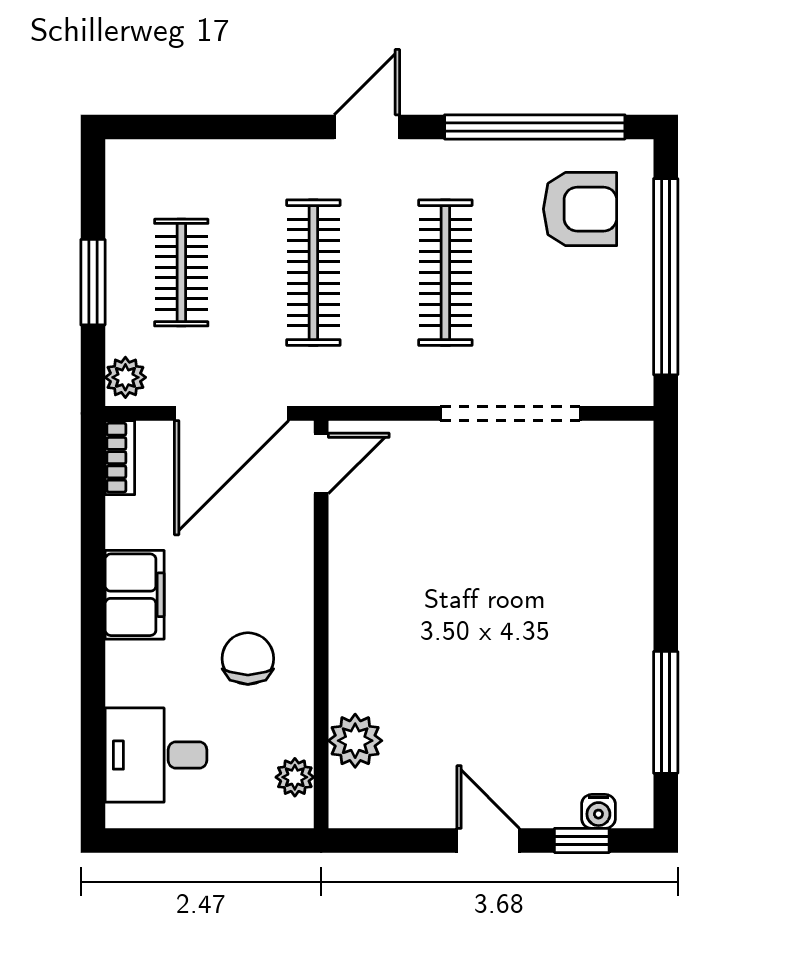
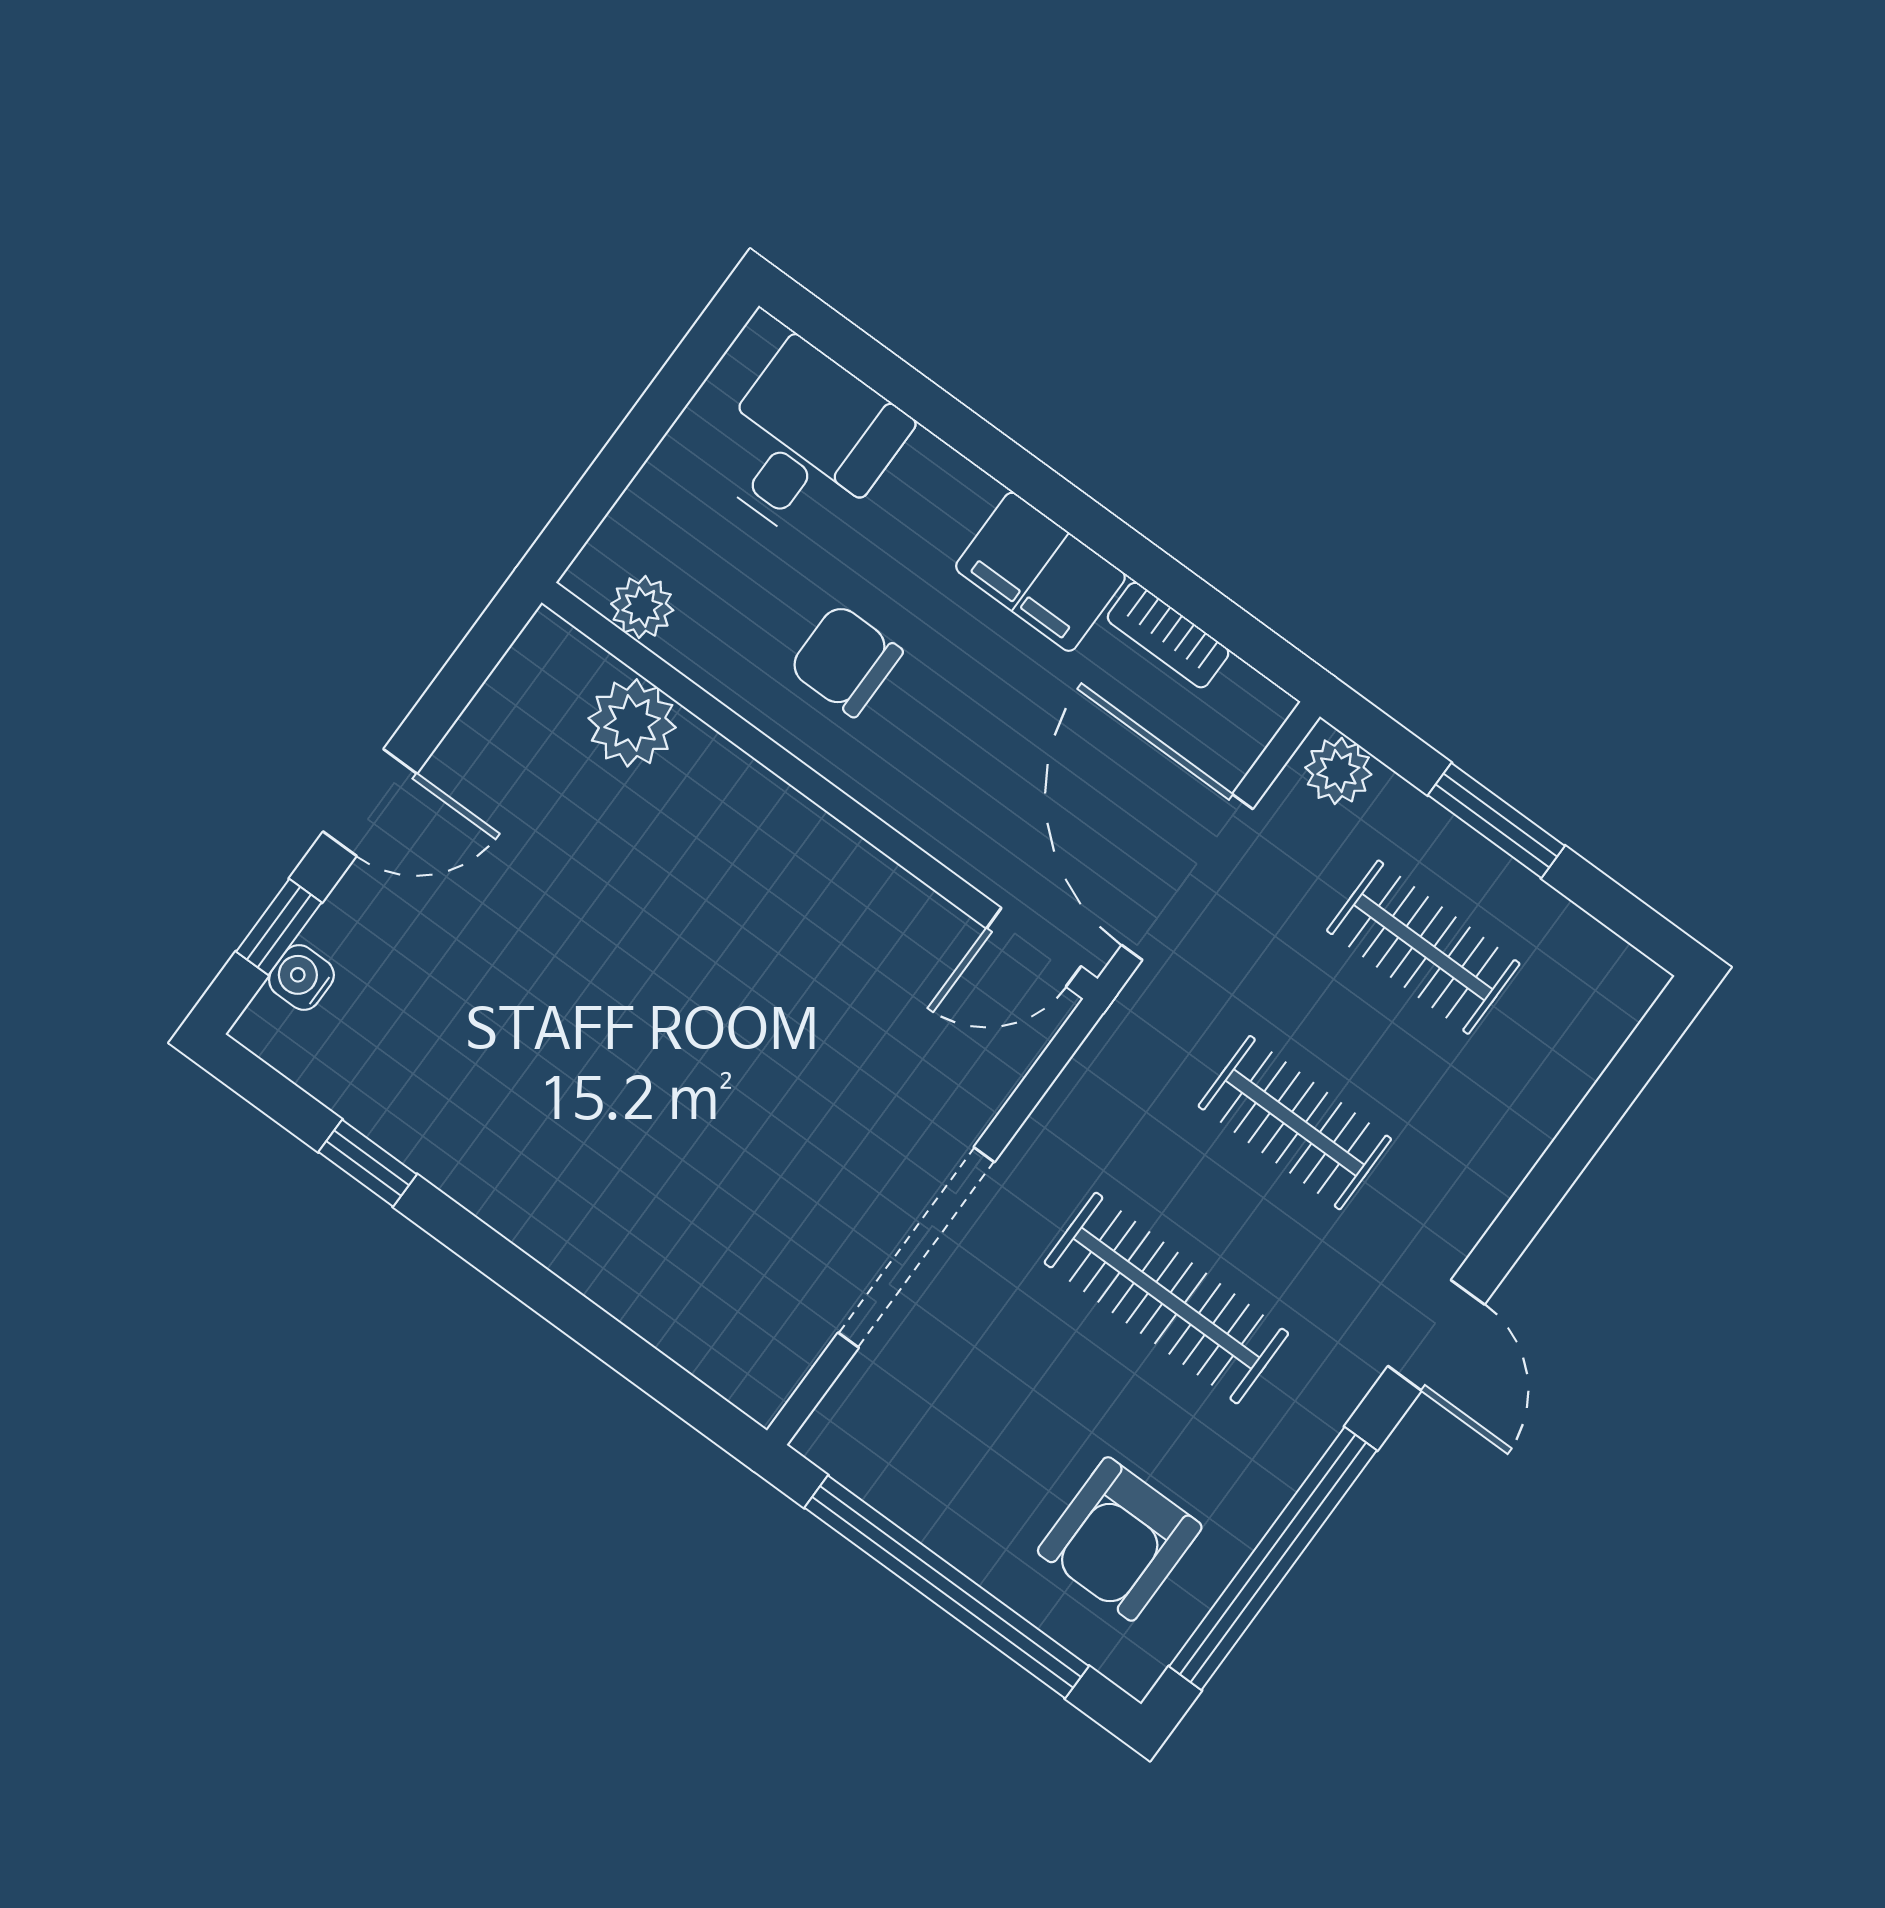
clothes rail: (313, 273) -> (1295, 1123), width x0.73
bookcase: (120, 458) -> (1168, 635), moved
door: (321, 463) -> (1034, 947), hinge flipped
chair: (248, 659) -> (846, 660), turned 180
window: (666, 712) -> (368, 1163), width x0.46

